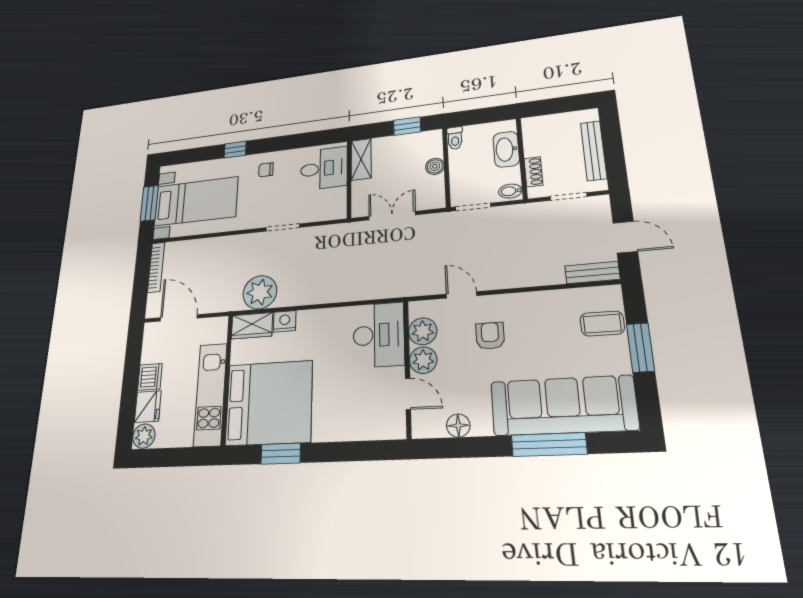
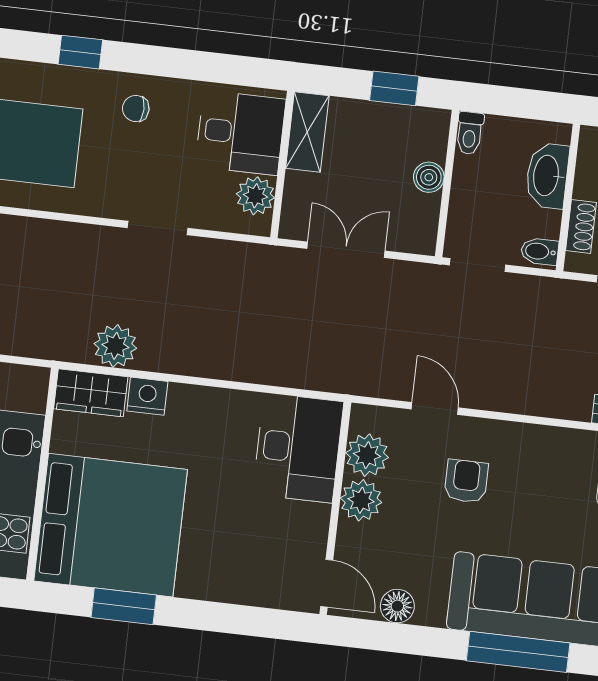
plant: (336, 199) -> (255, 196), added
plant: (260, 292) -> (115, 346), width x0.73, depth x0.73
door: (408, 394) -> (327, 583), moved

